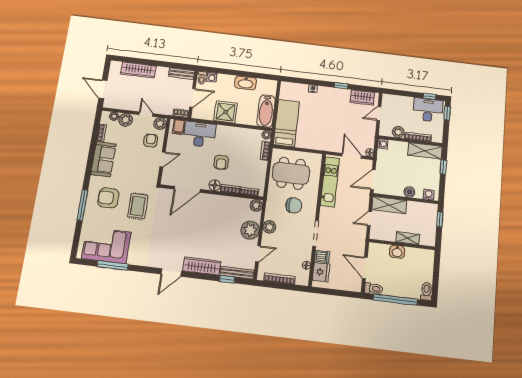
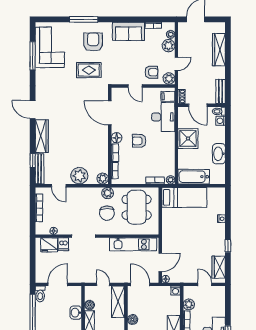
plant: (269, 227) -> (108, 193), moved
boiler: (390, 236) -> (89, 305), added

